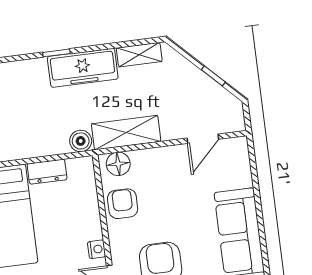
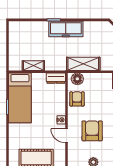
shelving: (139, 55) -> (33, 66), moved
boiler: (81, 141) -> (60, 65), removed
dresser: (47, 172) -> (56, 78), moved

